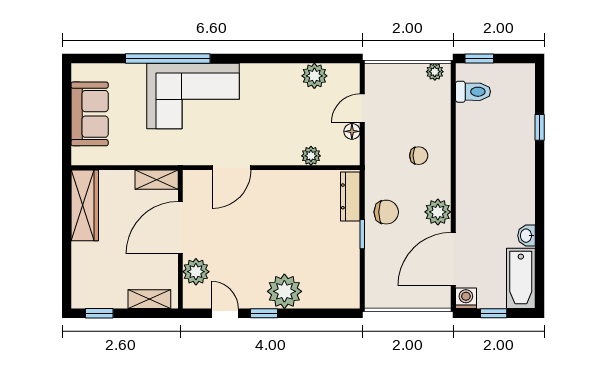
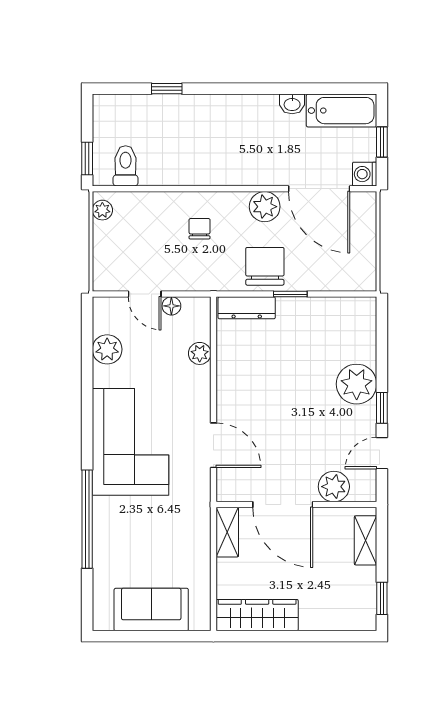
corner sofa: (193, 96) -> (131, 442), moved
chair: (386, 212) -> (265, 266), width x1.37, depth x1.37

